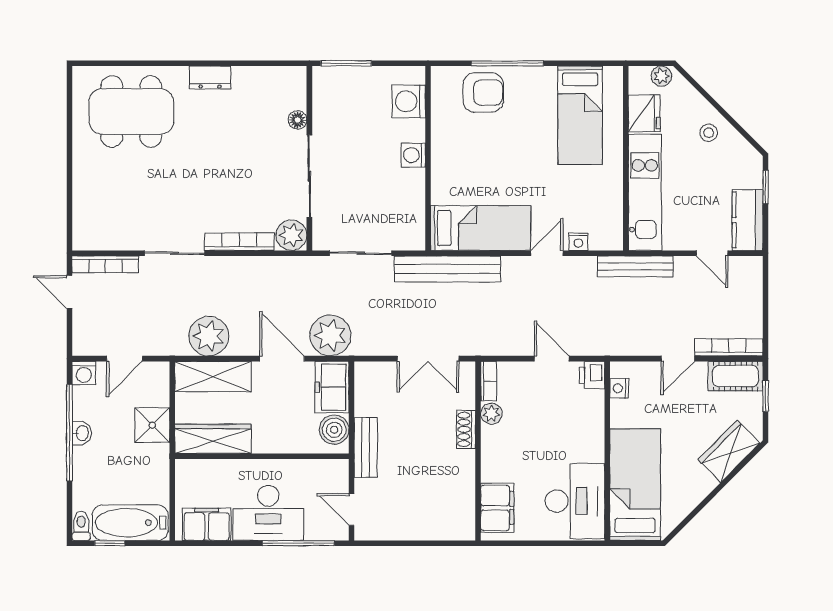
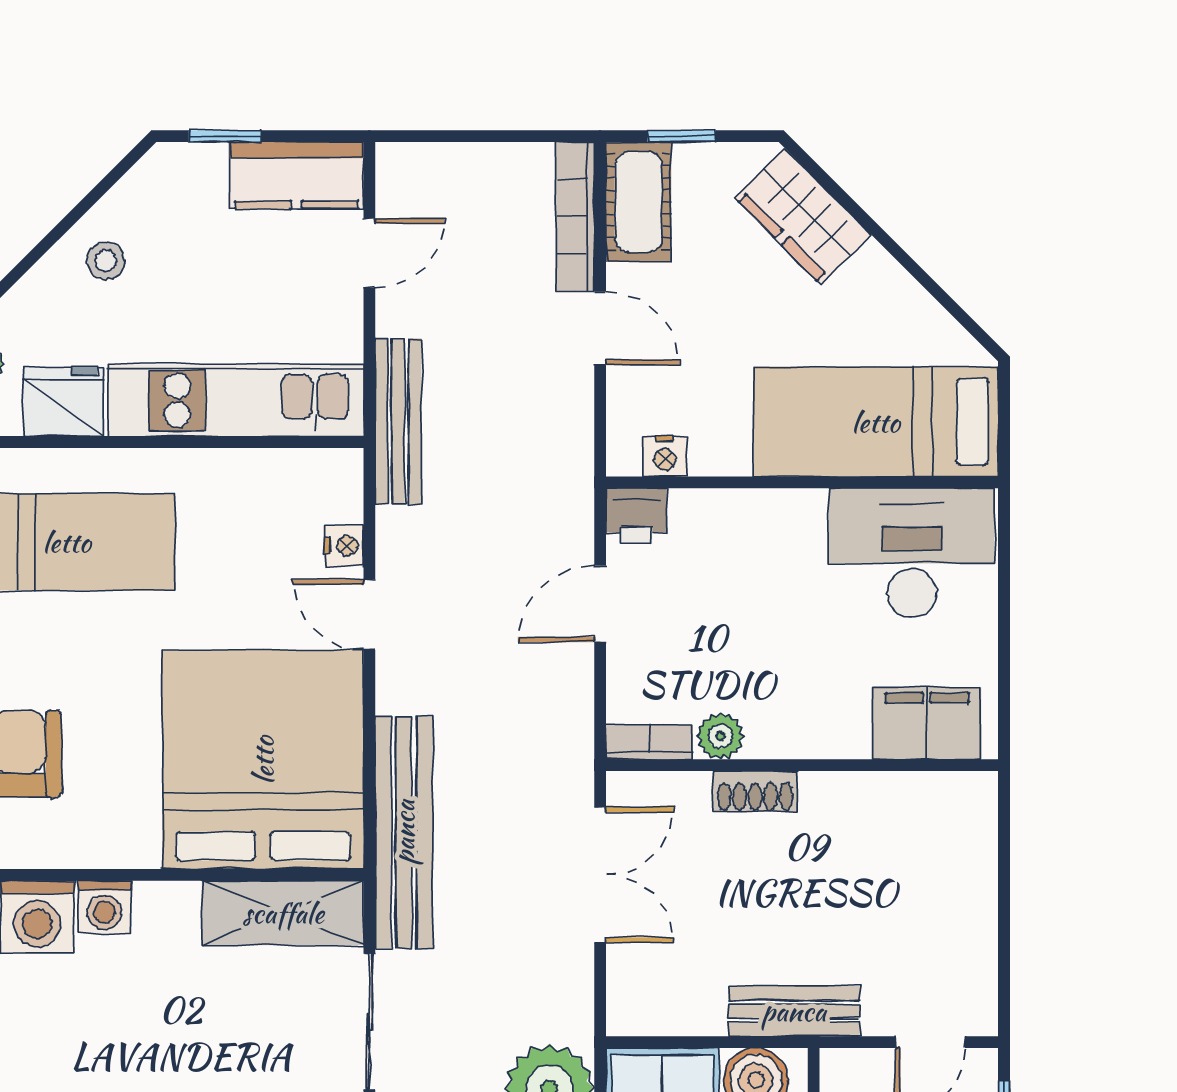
washing machine: (413, 155) -> (104, 907), moved
shelving: (411, 214) -> (283, 913), added
bed: (481, 228) -> (263, 760), width x2.04

